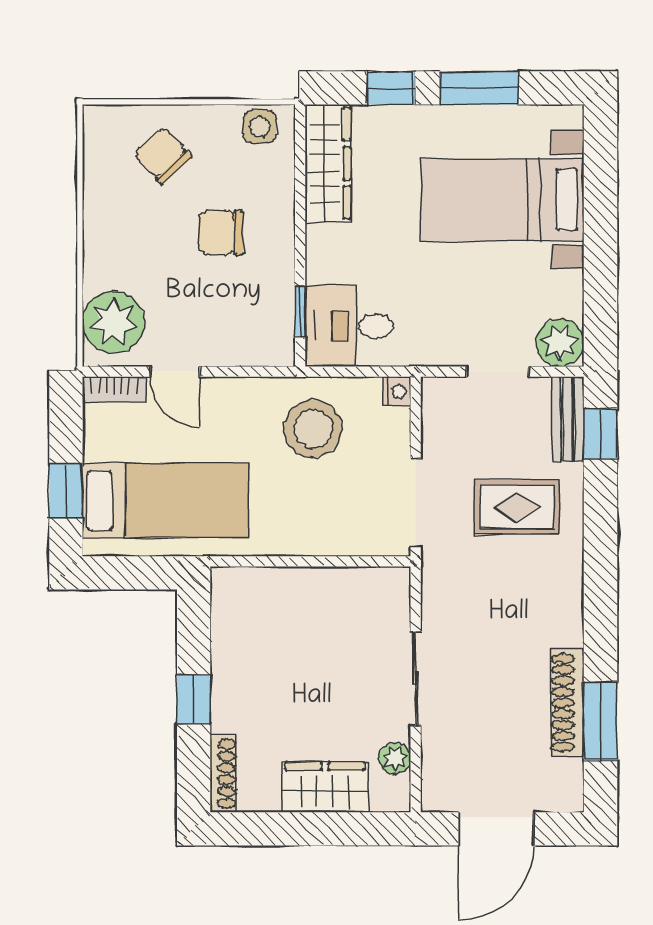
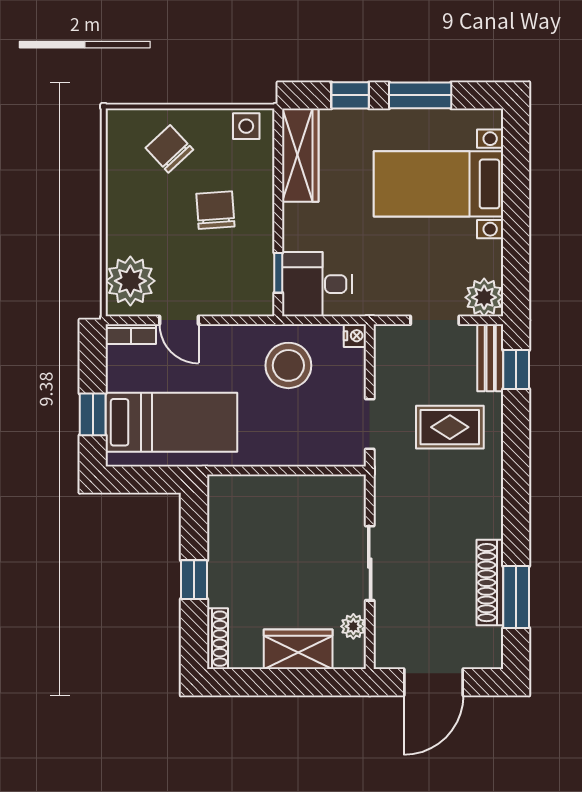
chair: (221, 233) -> (215, 210), turned 86
doorway: (416, 503) -> (370, 424), width x0.73

